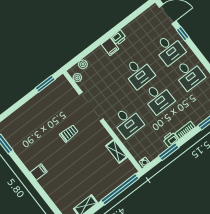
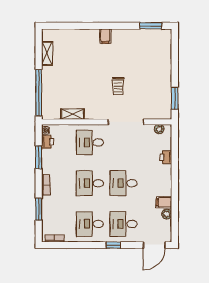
window: (183, 34) -> (113, 245), moved
printer: (119, 38) -> (166, 157), moved
filing cabinet: (110, 47) -> (164, 202), moved
plant: (83, 64) -> (167, 214), moved
printer: (171, 139) -> (48, 142), moved

